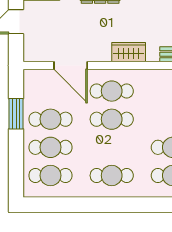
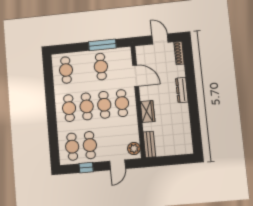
door: (71, 66) -> (136, 76), swing flipped
window: (16, 114) -> (102, 45), width x1.44
cafe table: (50, 147) -> (87, 106), moved

